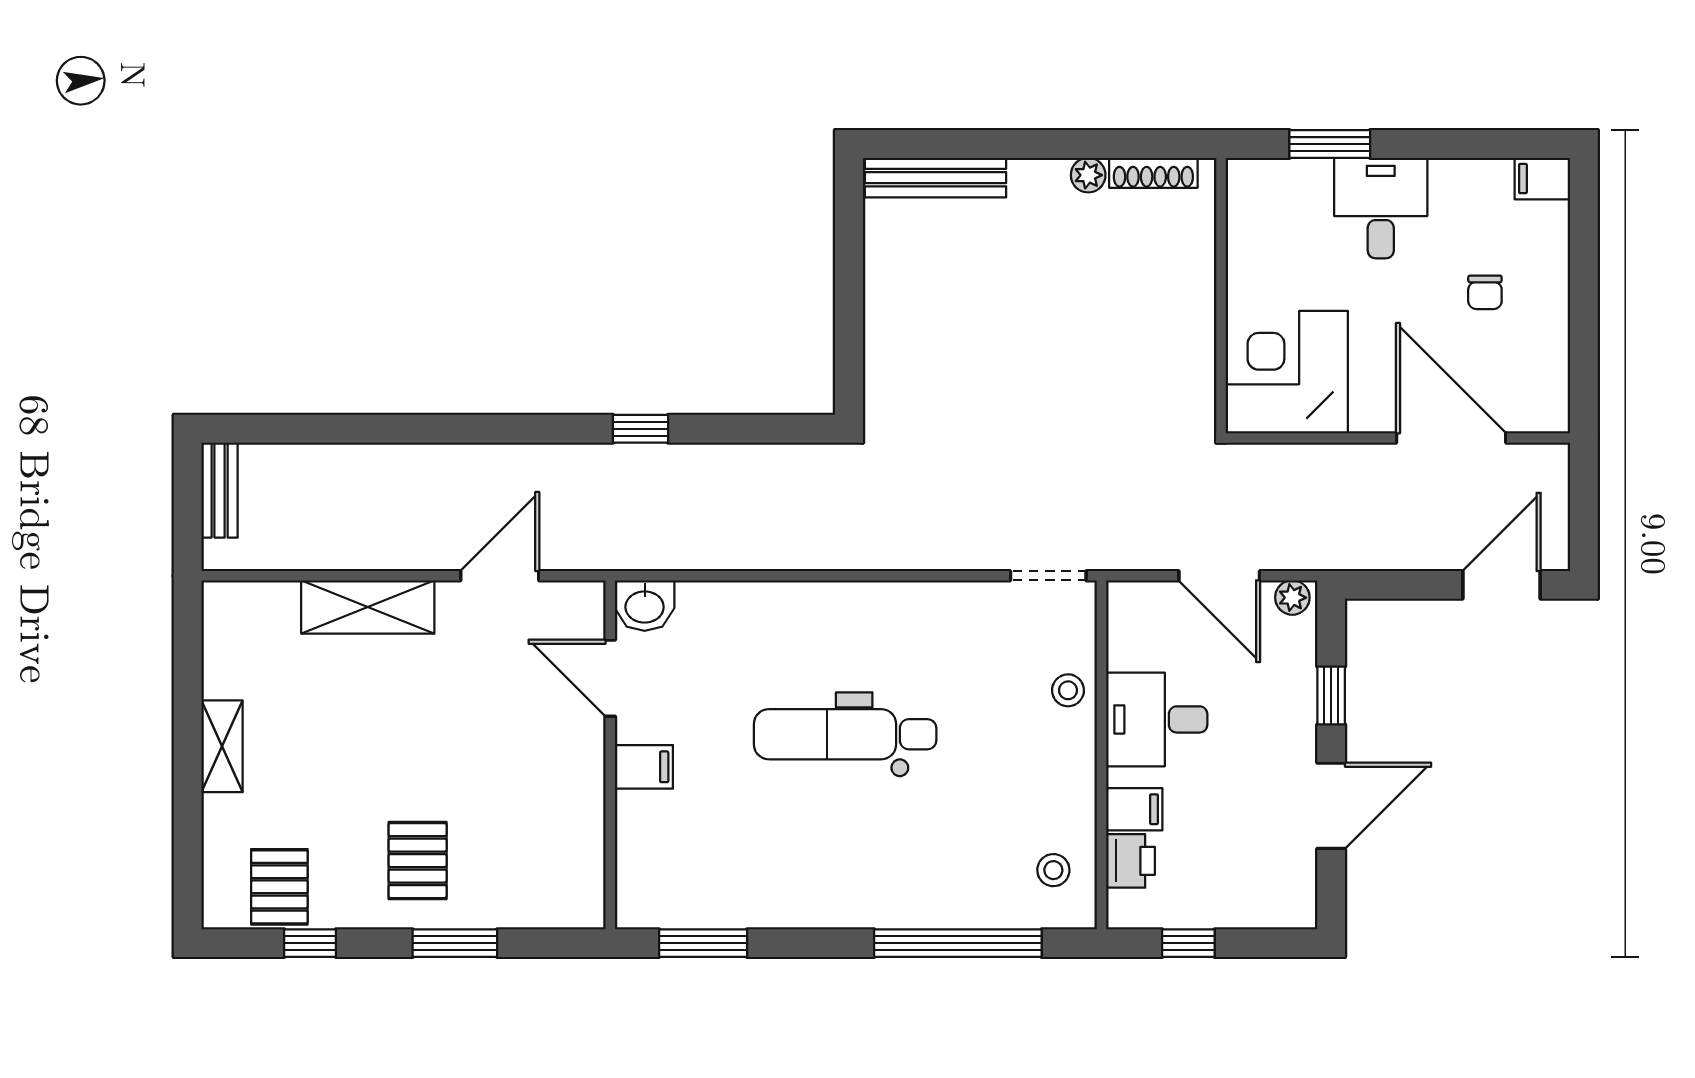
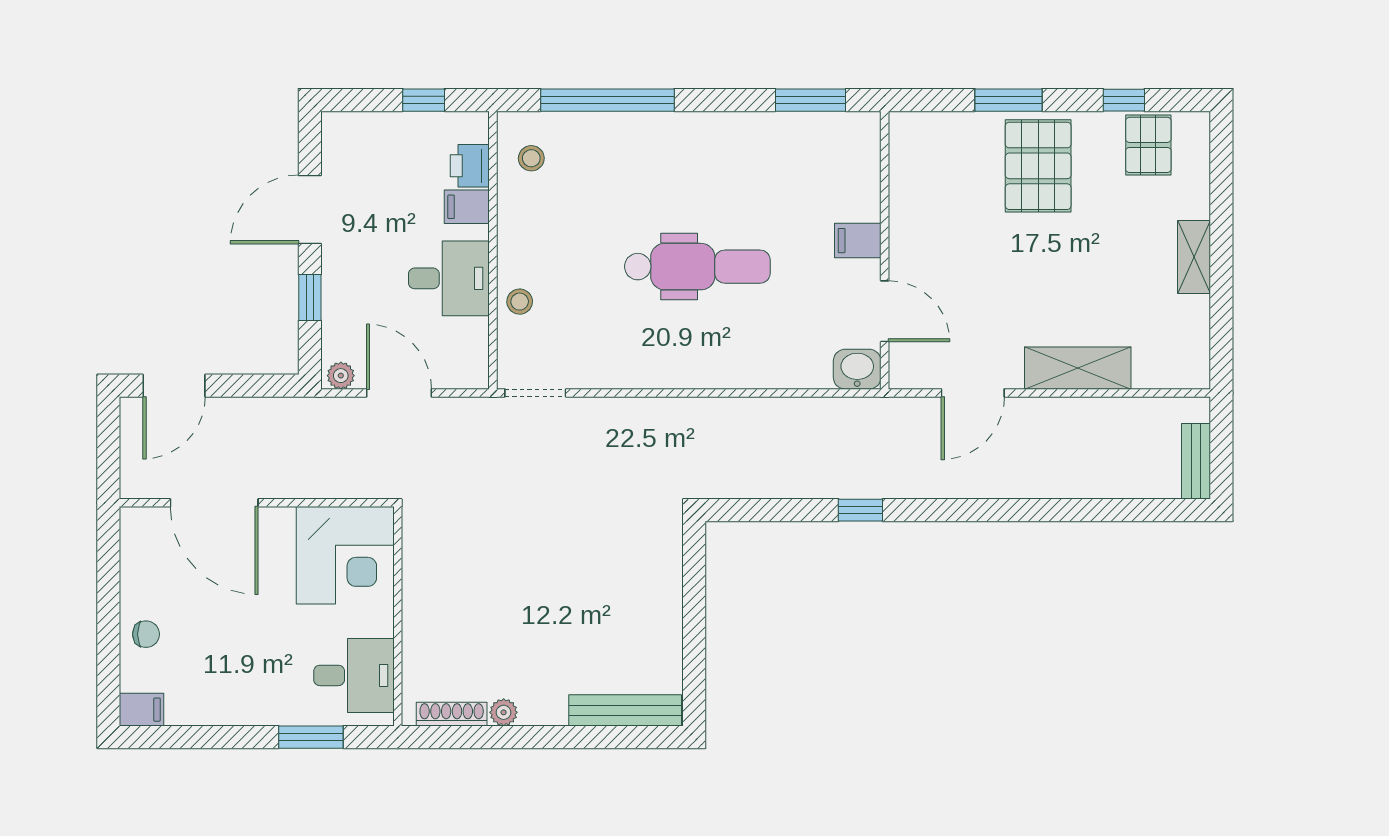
desk: (1381, 208) -> (354, 675), moved, turned -90
chair: (1485, 292) -> (146, 634), moved, turned 90
pallet: (418, 861) -> (1038, 166), width x1.50, depth x1.42

